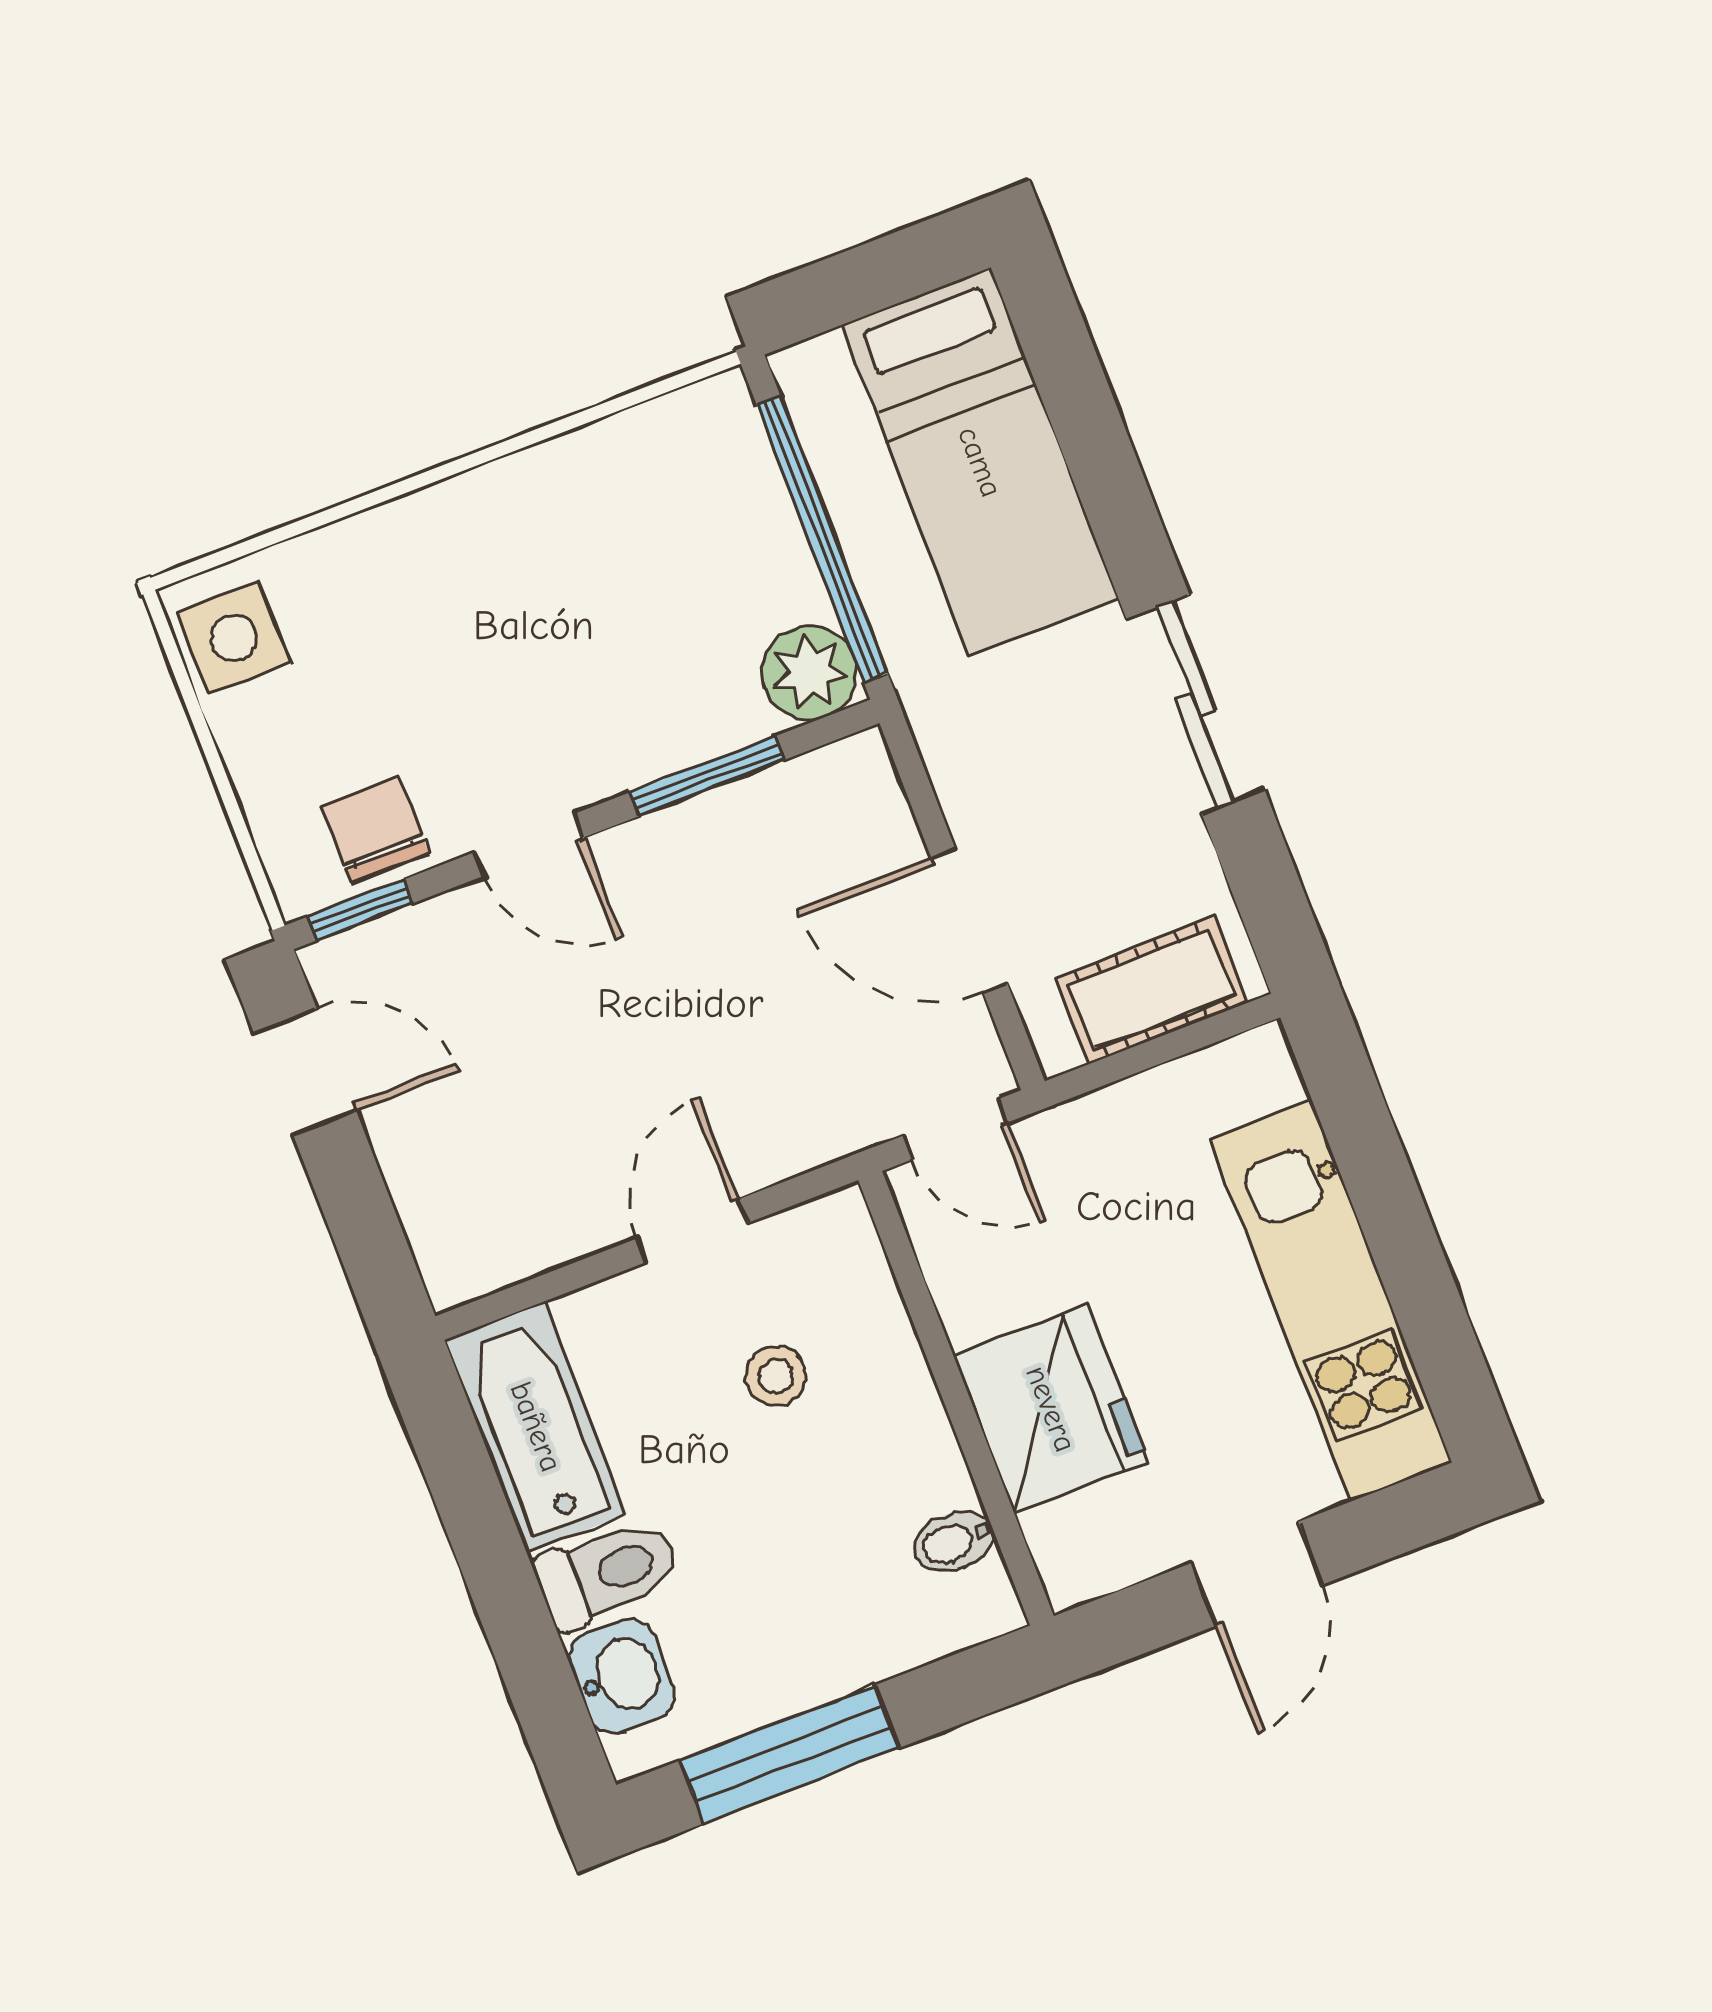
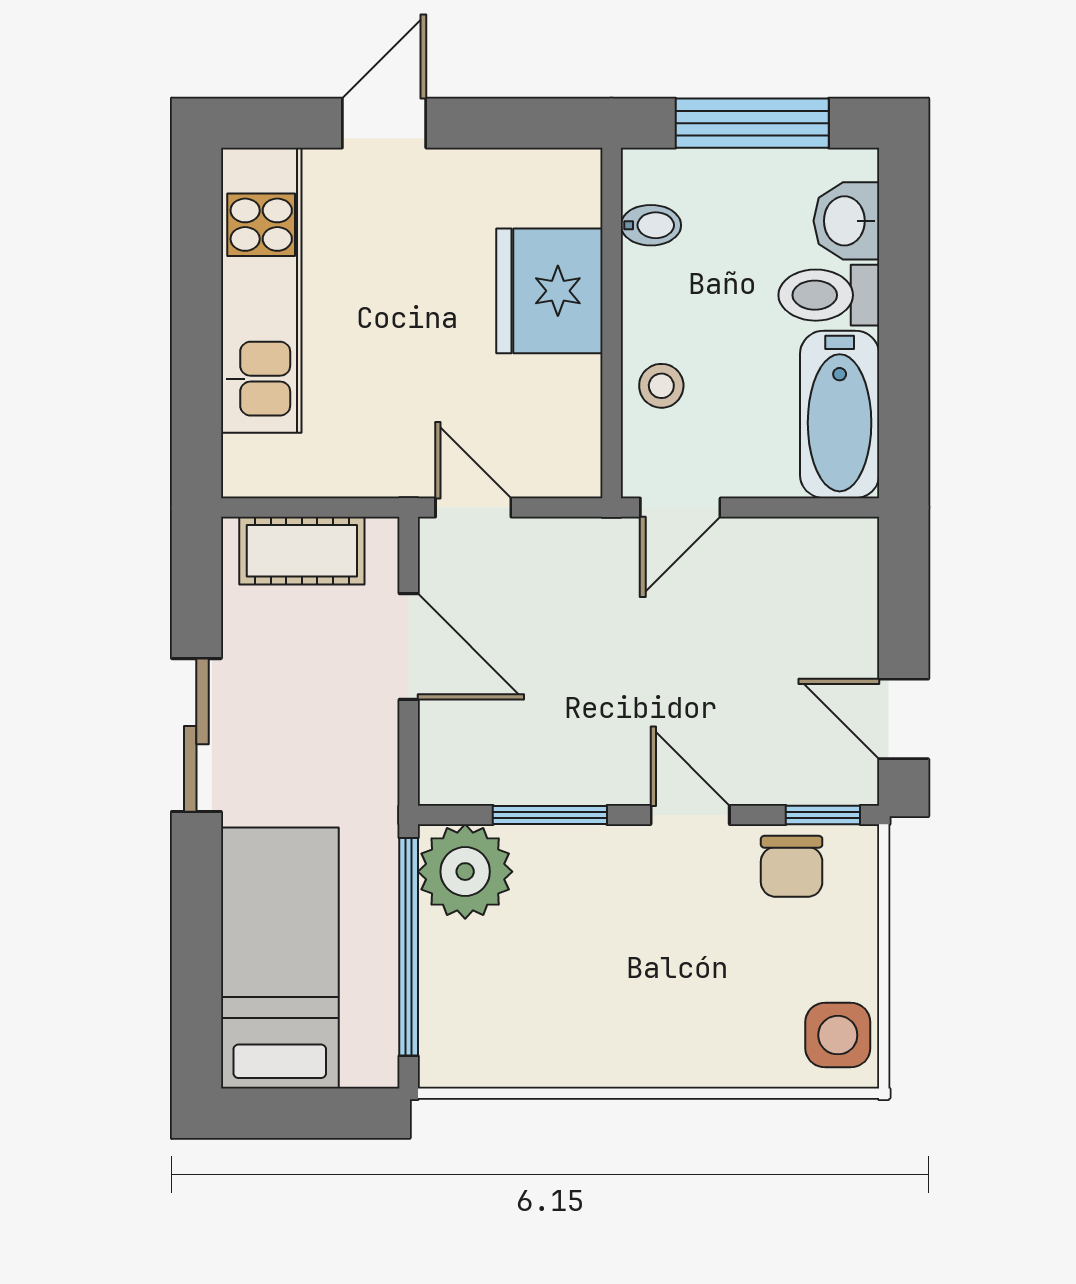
plant: (809, 673) -> (465, 872), width x1.36, depth x1.36
wall: (956, 1398) -> (612, 323), moved
fridge: (1051, 1409) -> (549, 291), moved
bidet: (954, 1542) -> (651, 225), moved

